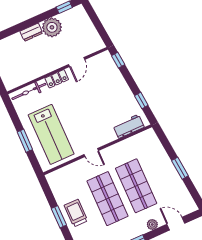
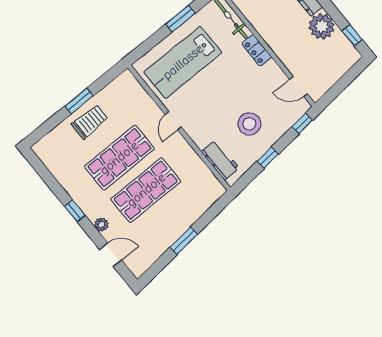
door: (77, 62) -> (298, 87), moved
stool: (108, 98) -> (249, 124), added
window: (141, 101) -> (268, 158), moved
window: (25, 141) -> (180, 19), moved
door: (176, 224) -> (110, 255), hinge flipped

